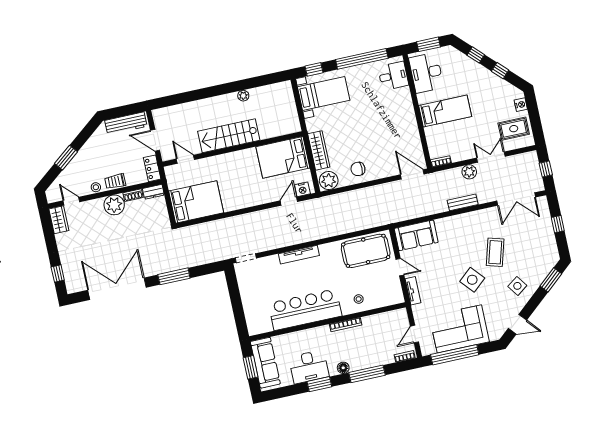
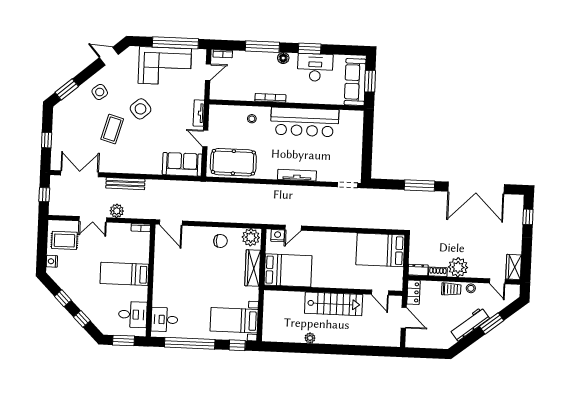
desk: (426, 73) -> (133, 315), width x0.73
workbench: (126, 123) -> (470, 324), moved, turned -38
bench: (463, 202) -> (125, 184), width x1.36

